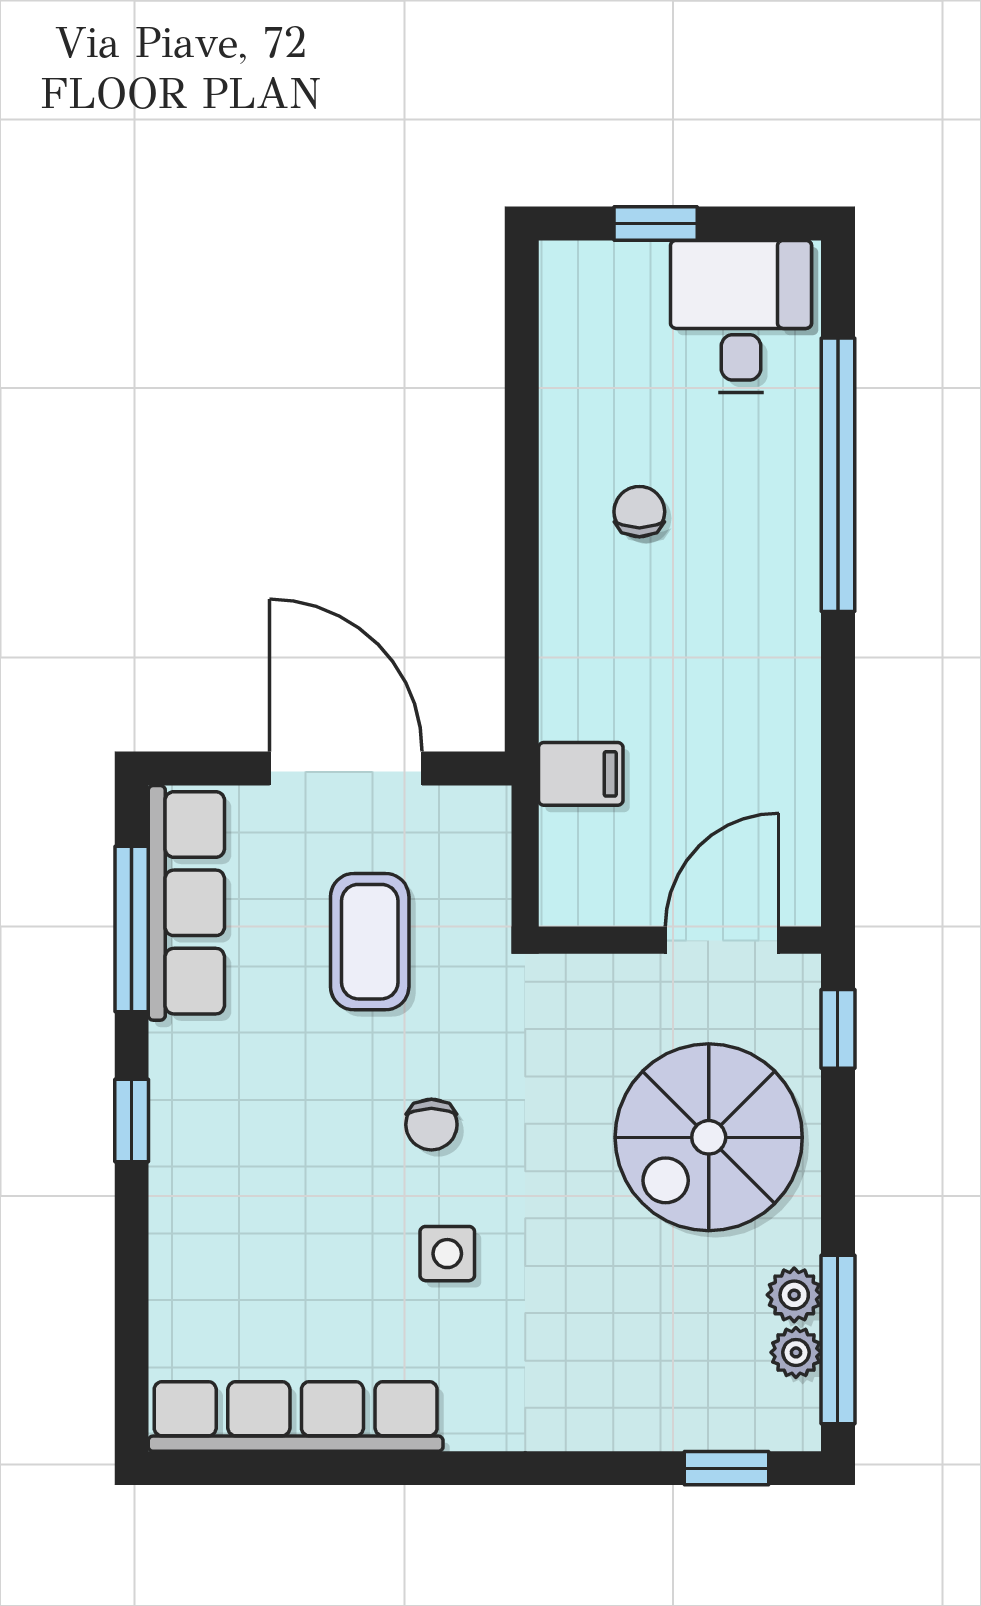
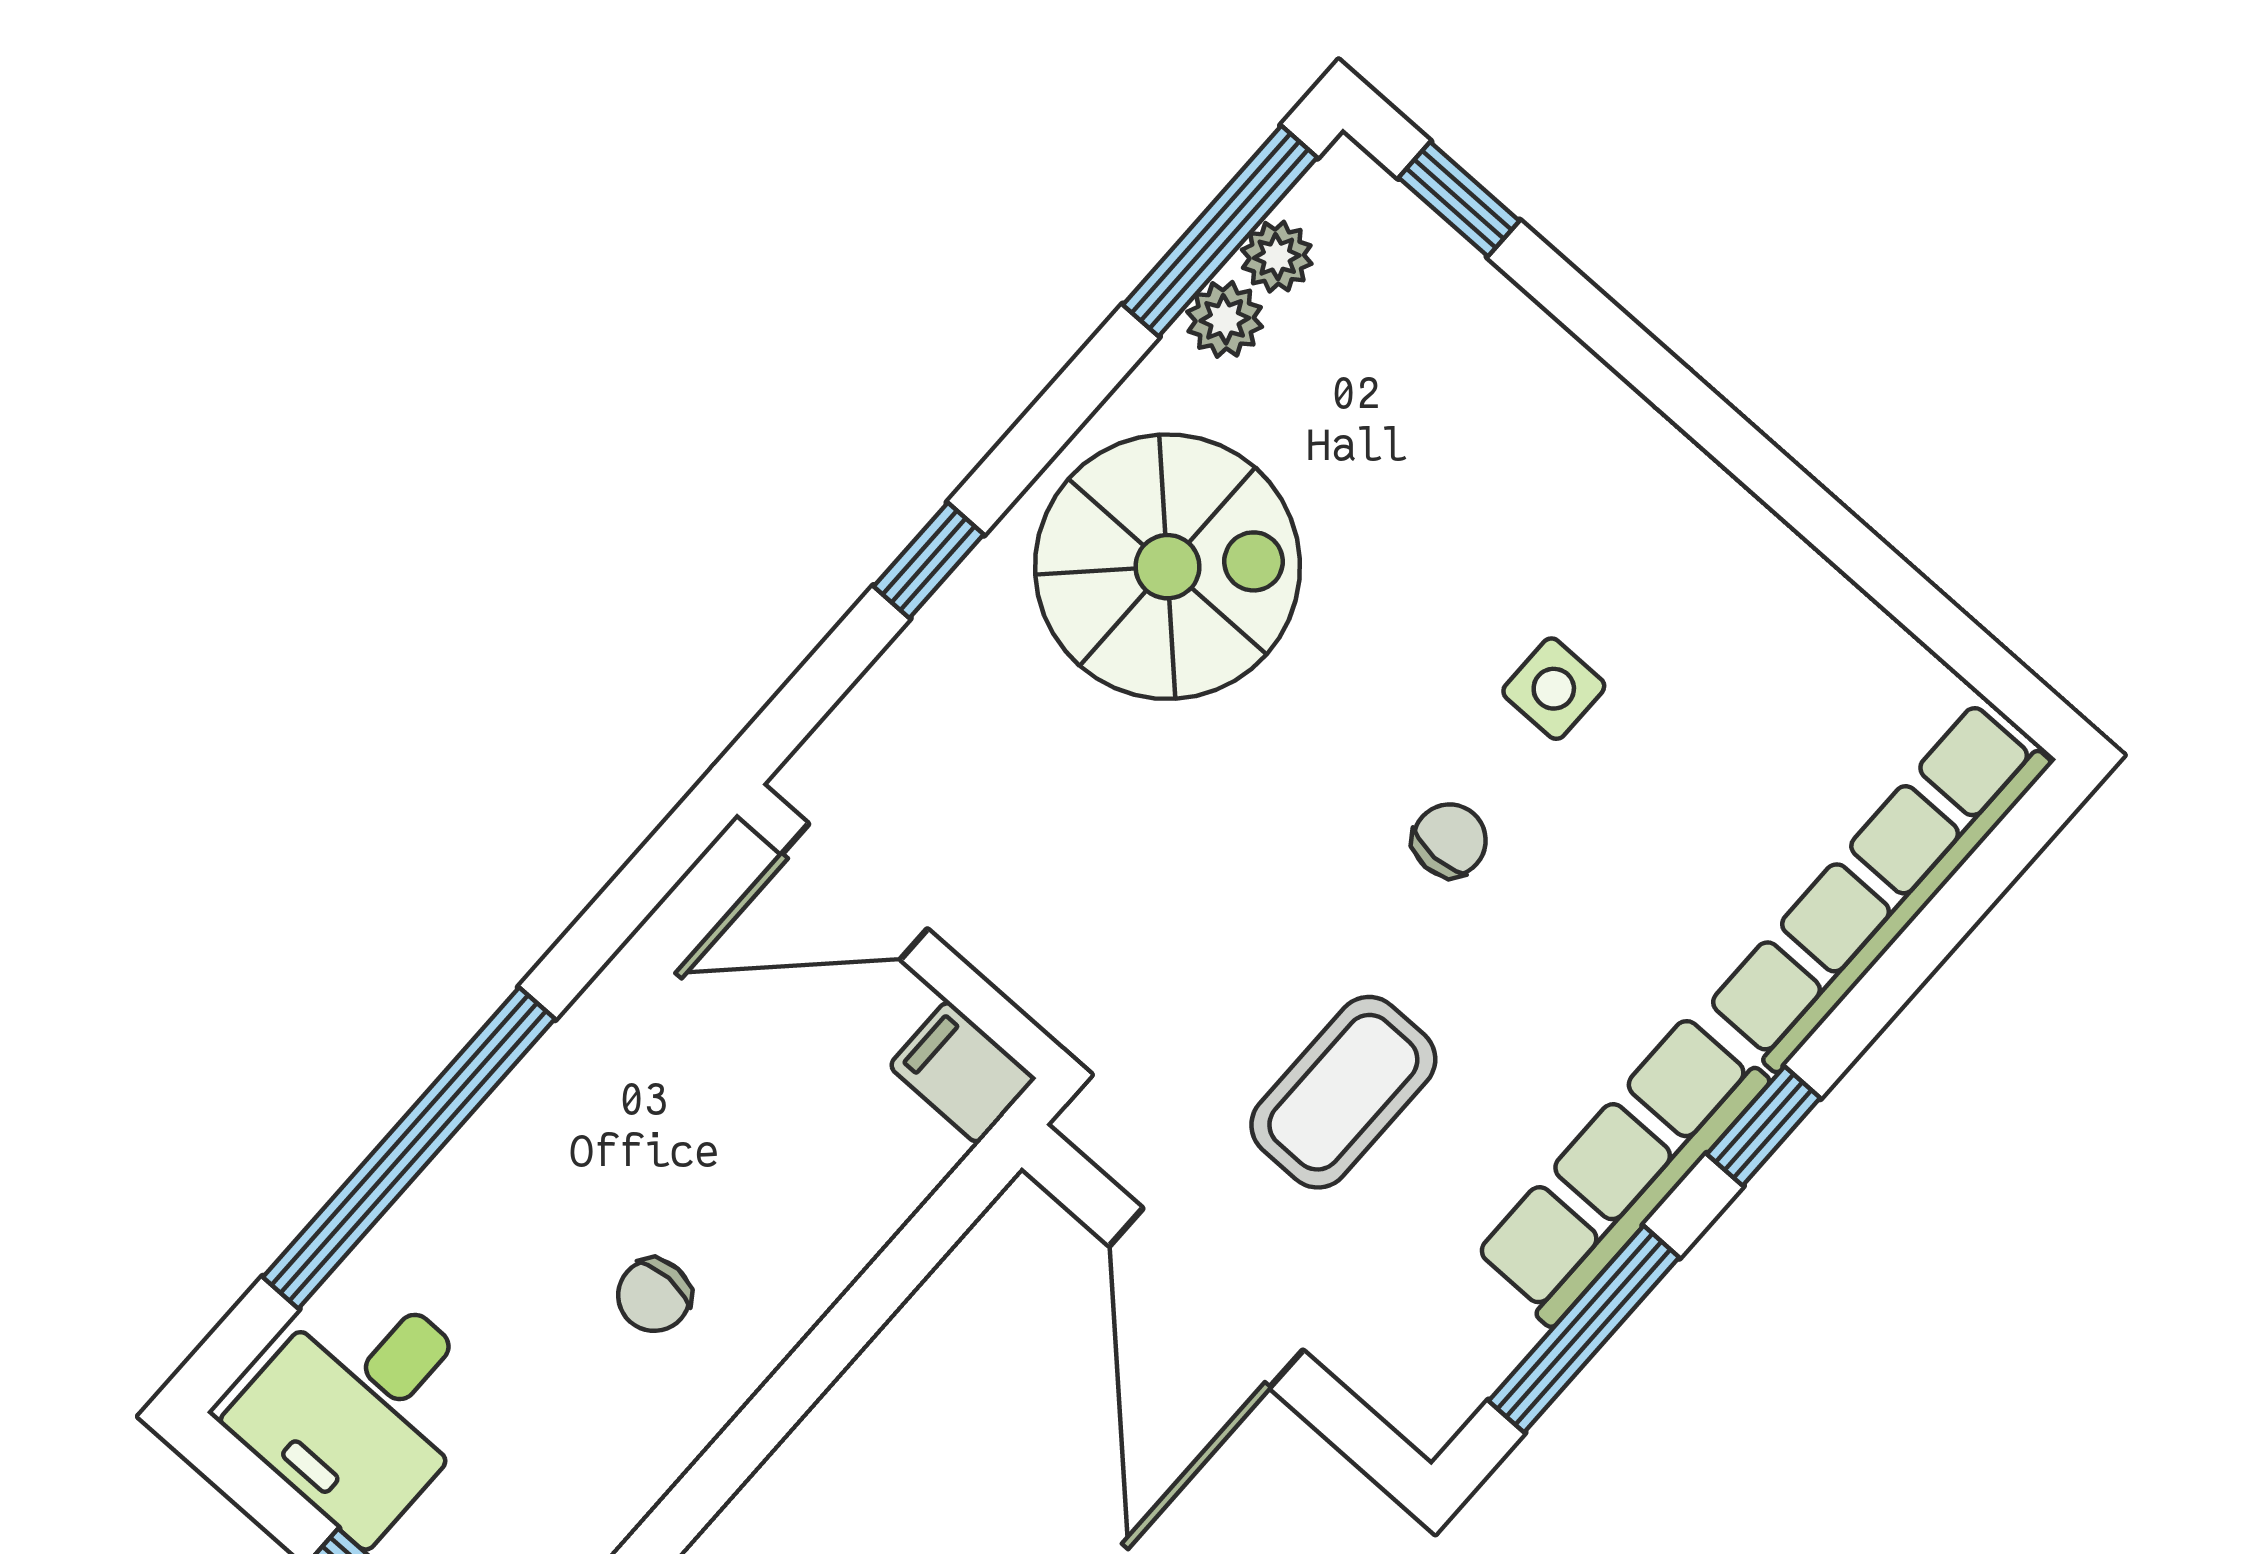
row of seats: (186, 903) -> (1621, 1169), moved
wall: (680, 940) -> (899, 931), moved
door: (722, 940) -> (854, 892), moved
row of seats: (296, 1416) -> (1878, 886), moved, turned 90

